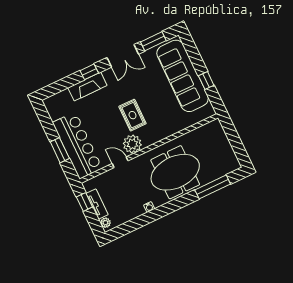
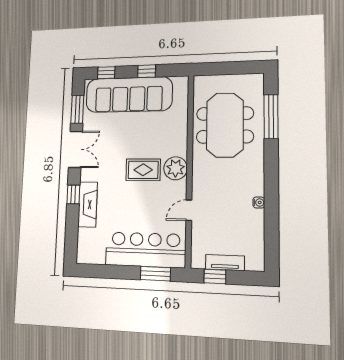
window: (191, 49) -> (106, 73), added
plant: (132, 144) -> (176, 168), moved
window: (60, 150) -> (155, 274), moved
meeting table: (175, 172) -> (225, 125), moved
plant: (106, 223) -> (253, 264), removed

